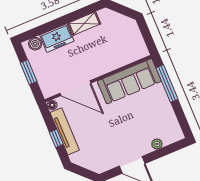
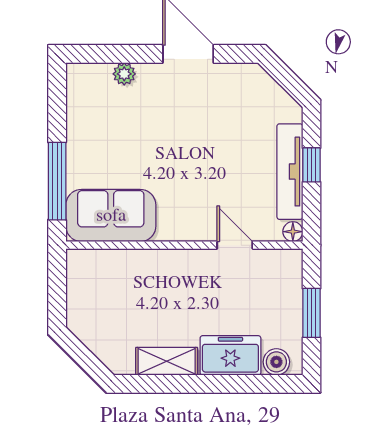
sofa: (129, 81) -> (111, 216), width x0.73
door: (76, 88) -> (235, 245), width x0.53

